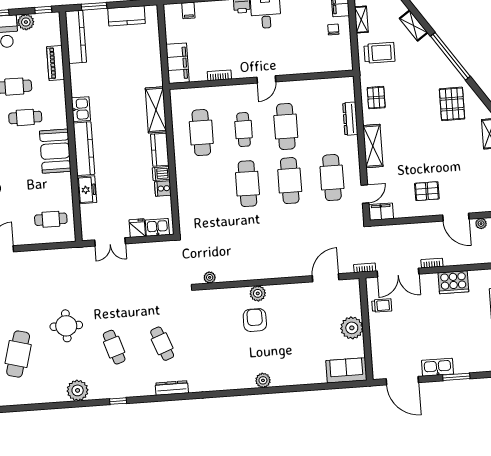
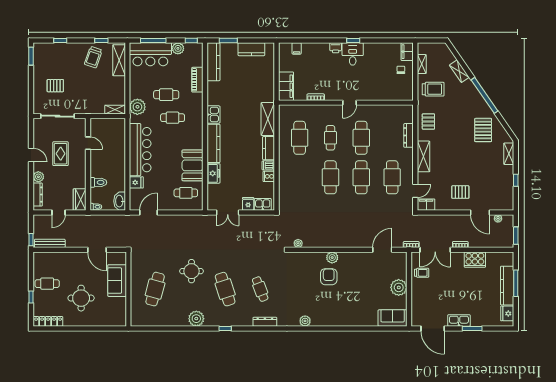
booth: (55, 151) -> (193, 165), moved
cafe table: (114, 347) -> (225, 289), width x1.37, depth x1.35
plant: (263, 380) -> (305, 321), moved

